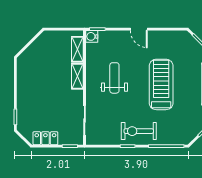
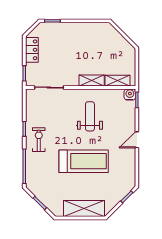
weight bench: (114, 78) -> (90, 116), turned -90
exercise bike: (139, 131) -> (39, 140), width x0.73, depth x0.72

